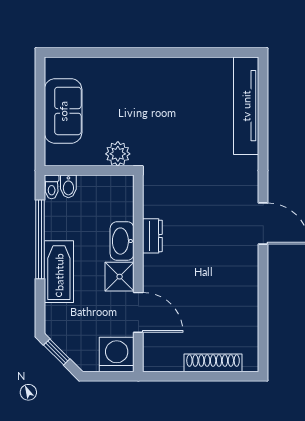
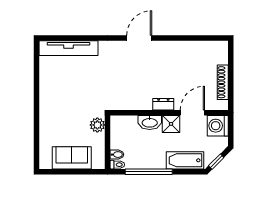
dresser: (152, 236) -> (163, 104), moved
bathtub: (59, 272) -> (185, 160), moved
shoe rack: (213, 363) -> (223, 82), moved

